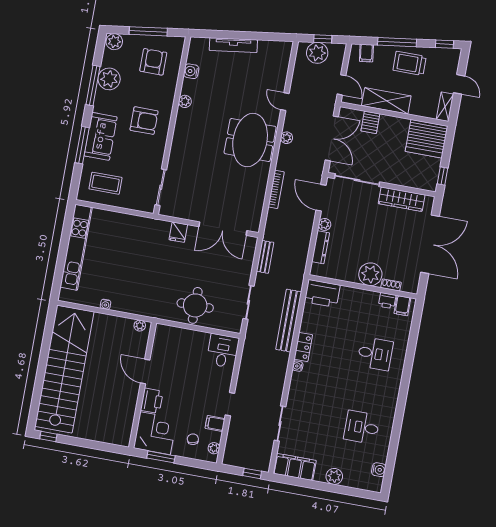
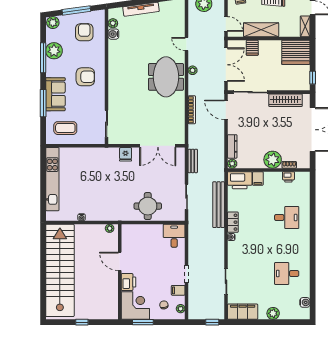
plant: (185, 101) -> (113, 23), moved
plant: (325, 224) -> (232, 164), moved
filing cabinet: (402, 306) -> (258, 178), moved
window: (48, 436) -> (82, 322), moved

